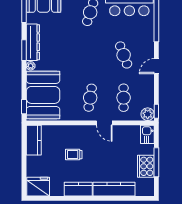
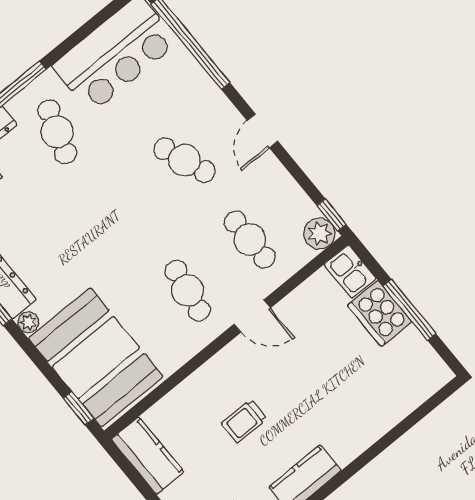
cooker: (146, 166) -> (380, 313), moved
kitchen counter: (114, 189) -> (371, 424), removed

